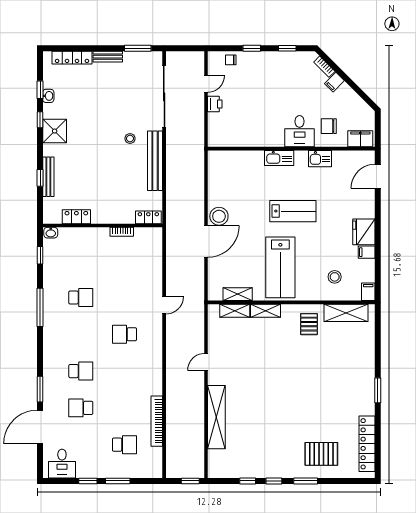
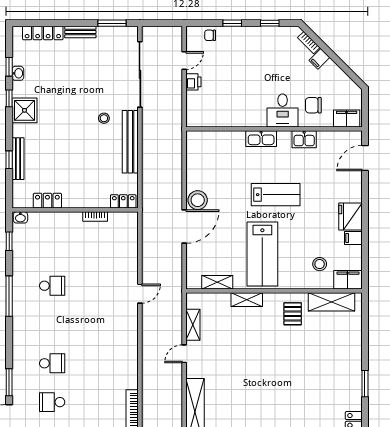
filing cabinet: (368, 292) -> (348, 280), width x2.00
shelving: (235, 311) -> (193, 325), moved, turned 90
school desk: (124, 334) -> (98, 325), removed

